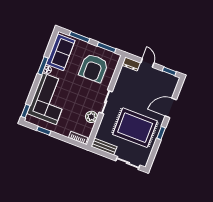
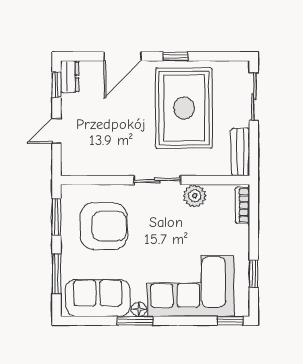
dresser: (131, 64) -> (70, 77), moved
door: (171, 108) -> (122, 56), hinge flipped

